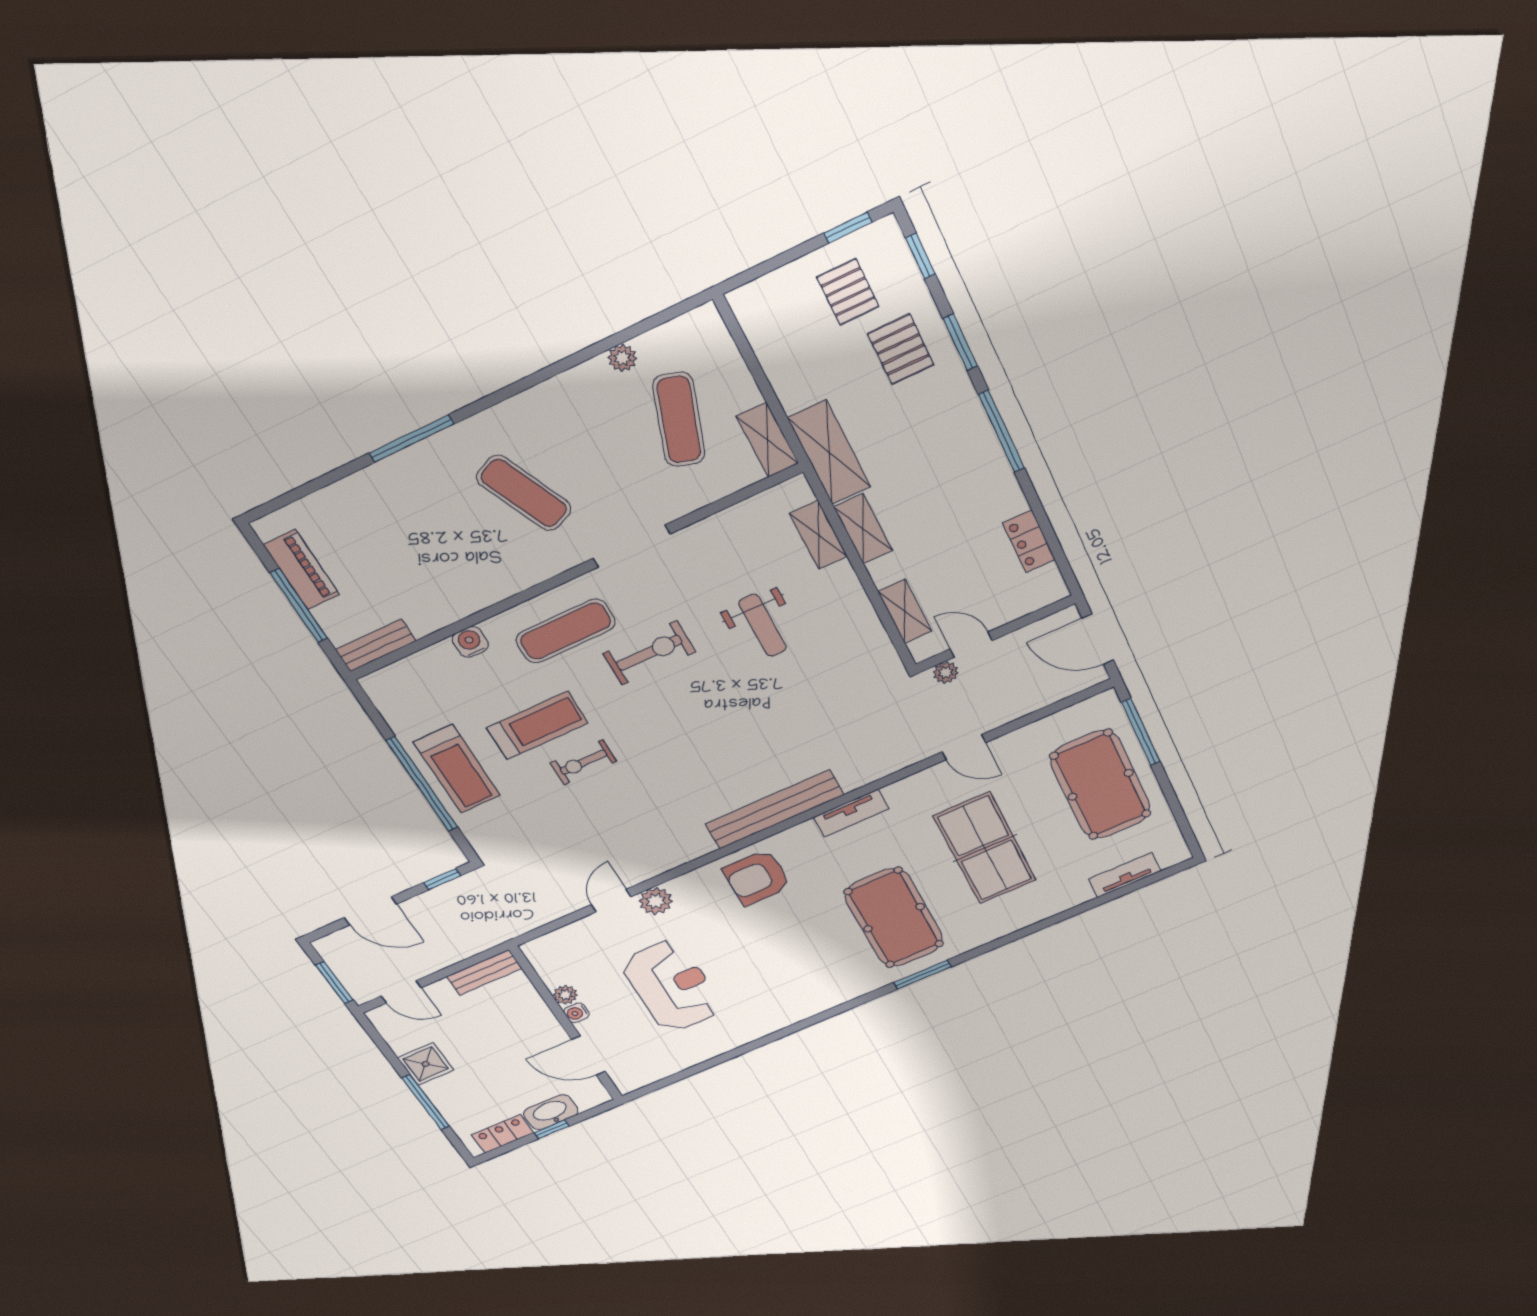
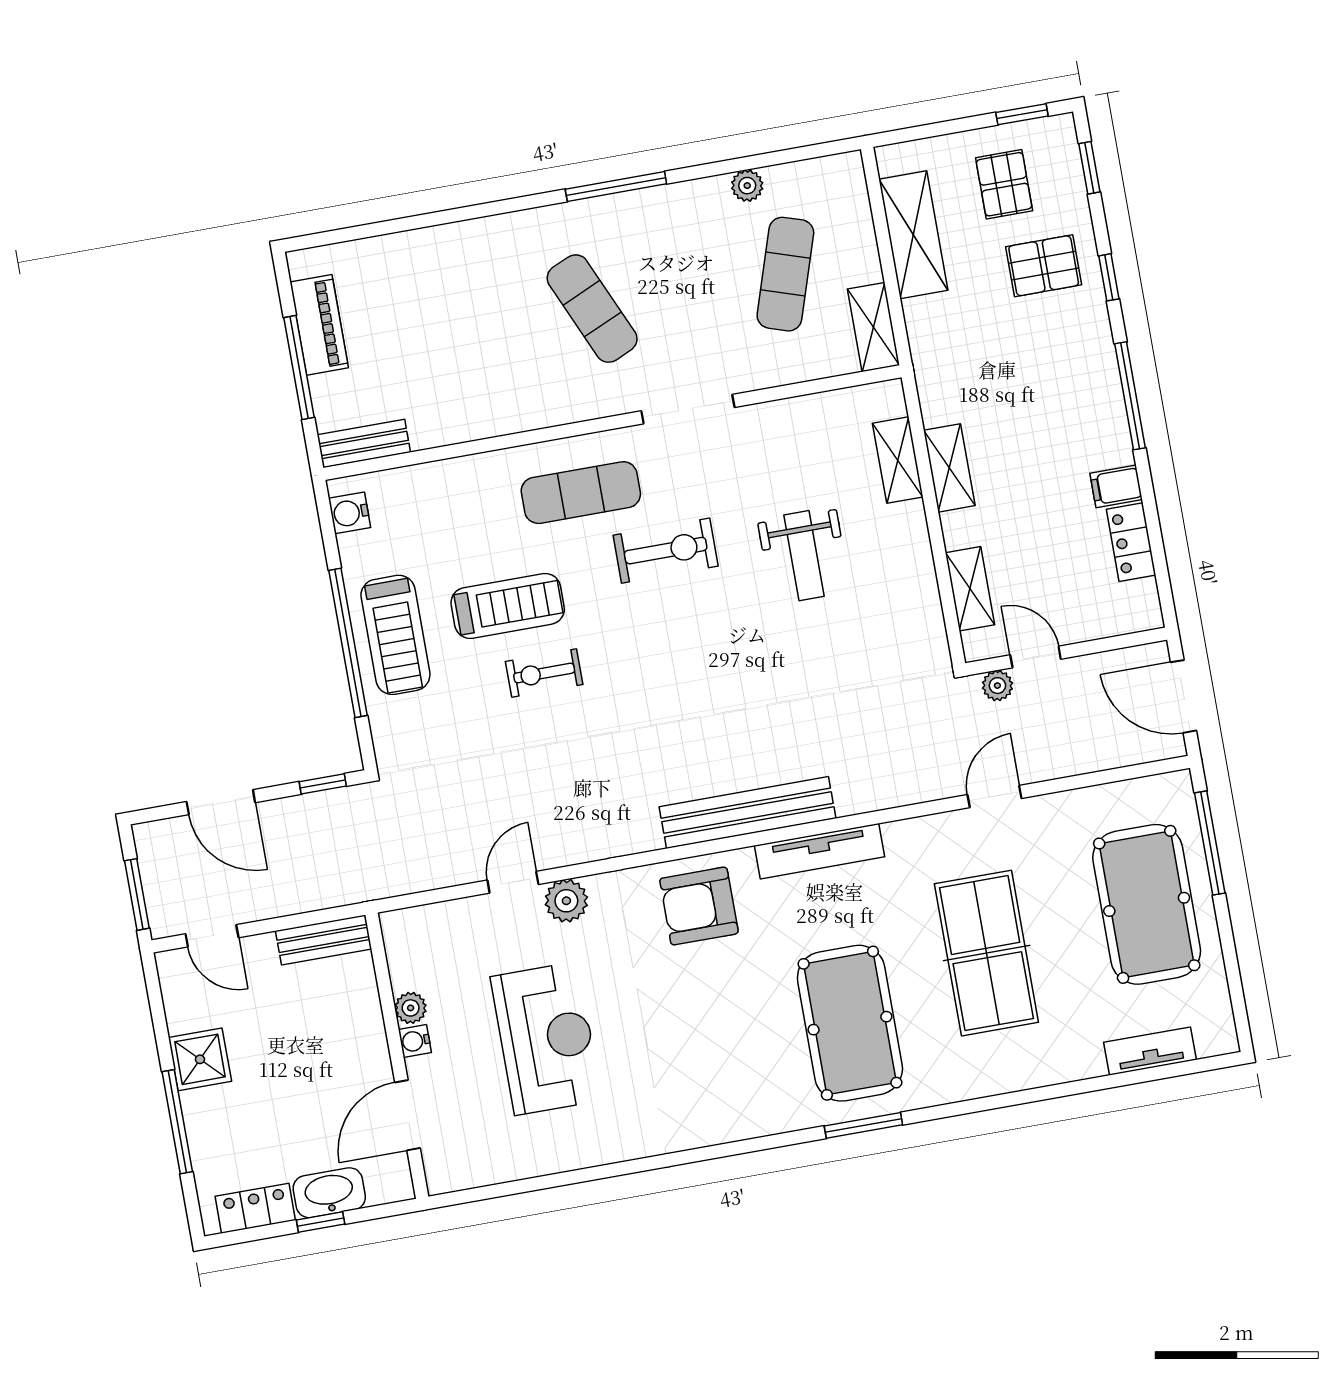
window: (960, 342) -> (1109, 277), width x0.67
pallet: (901, 349) -> (1044, 266), turned 90
window: (411, 439) -> (616, 187), moved
shelving: (829, 452) -> (913, 235), moved
filing cabinet: (1006, 504) -> (1116, 486), added
water cooler: (470, 642) -> (350, 513), moved, turned -90
door: (964, 747) -> (995, 796), swing flipped
tv unit: (851, 813) -> (819, 851), width x1.41
door: (588, 1056) -> (407, 1115), hinge flipped

